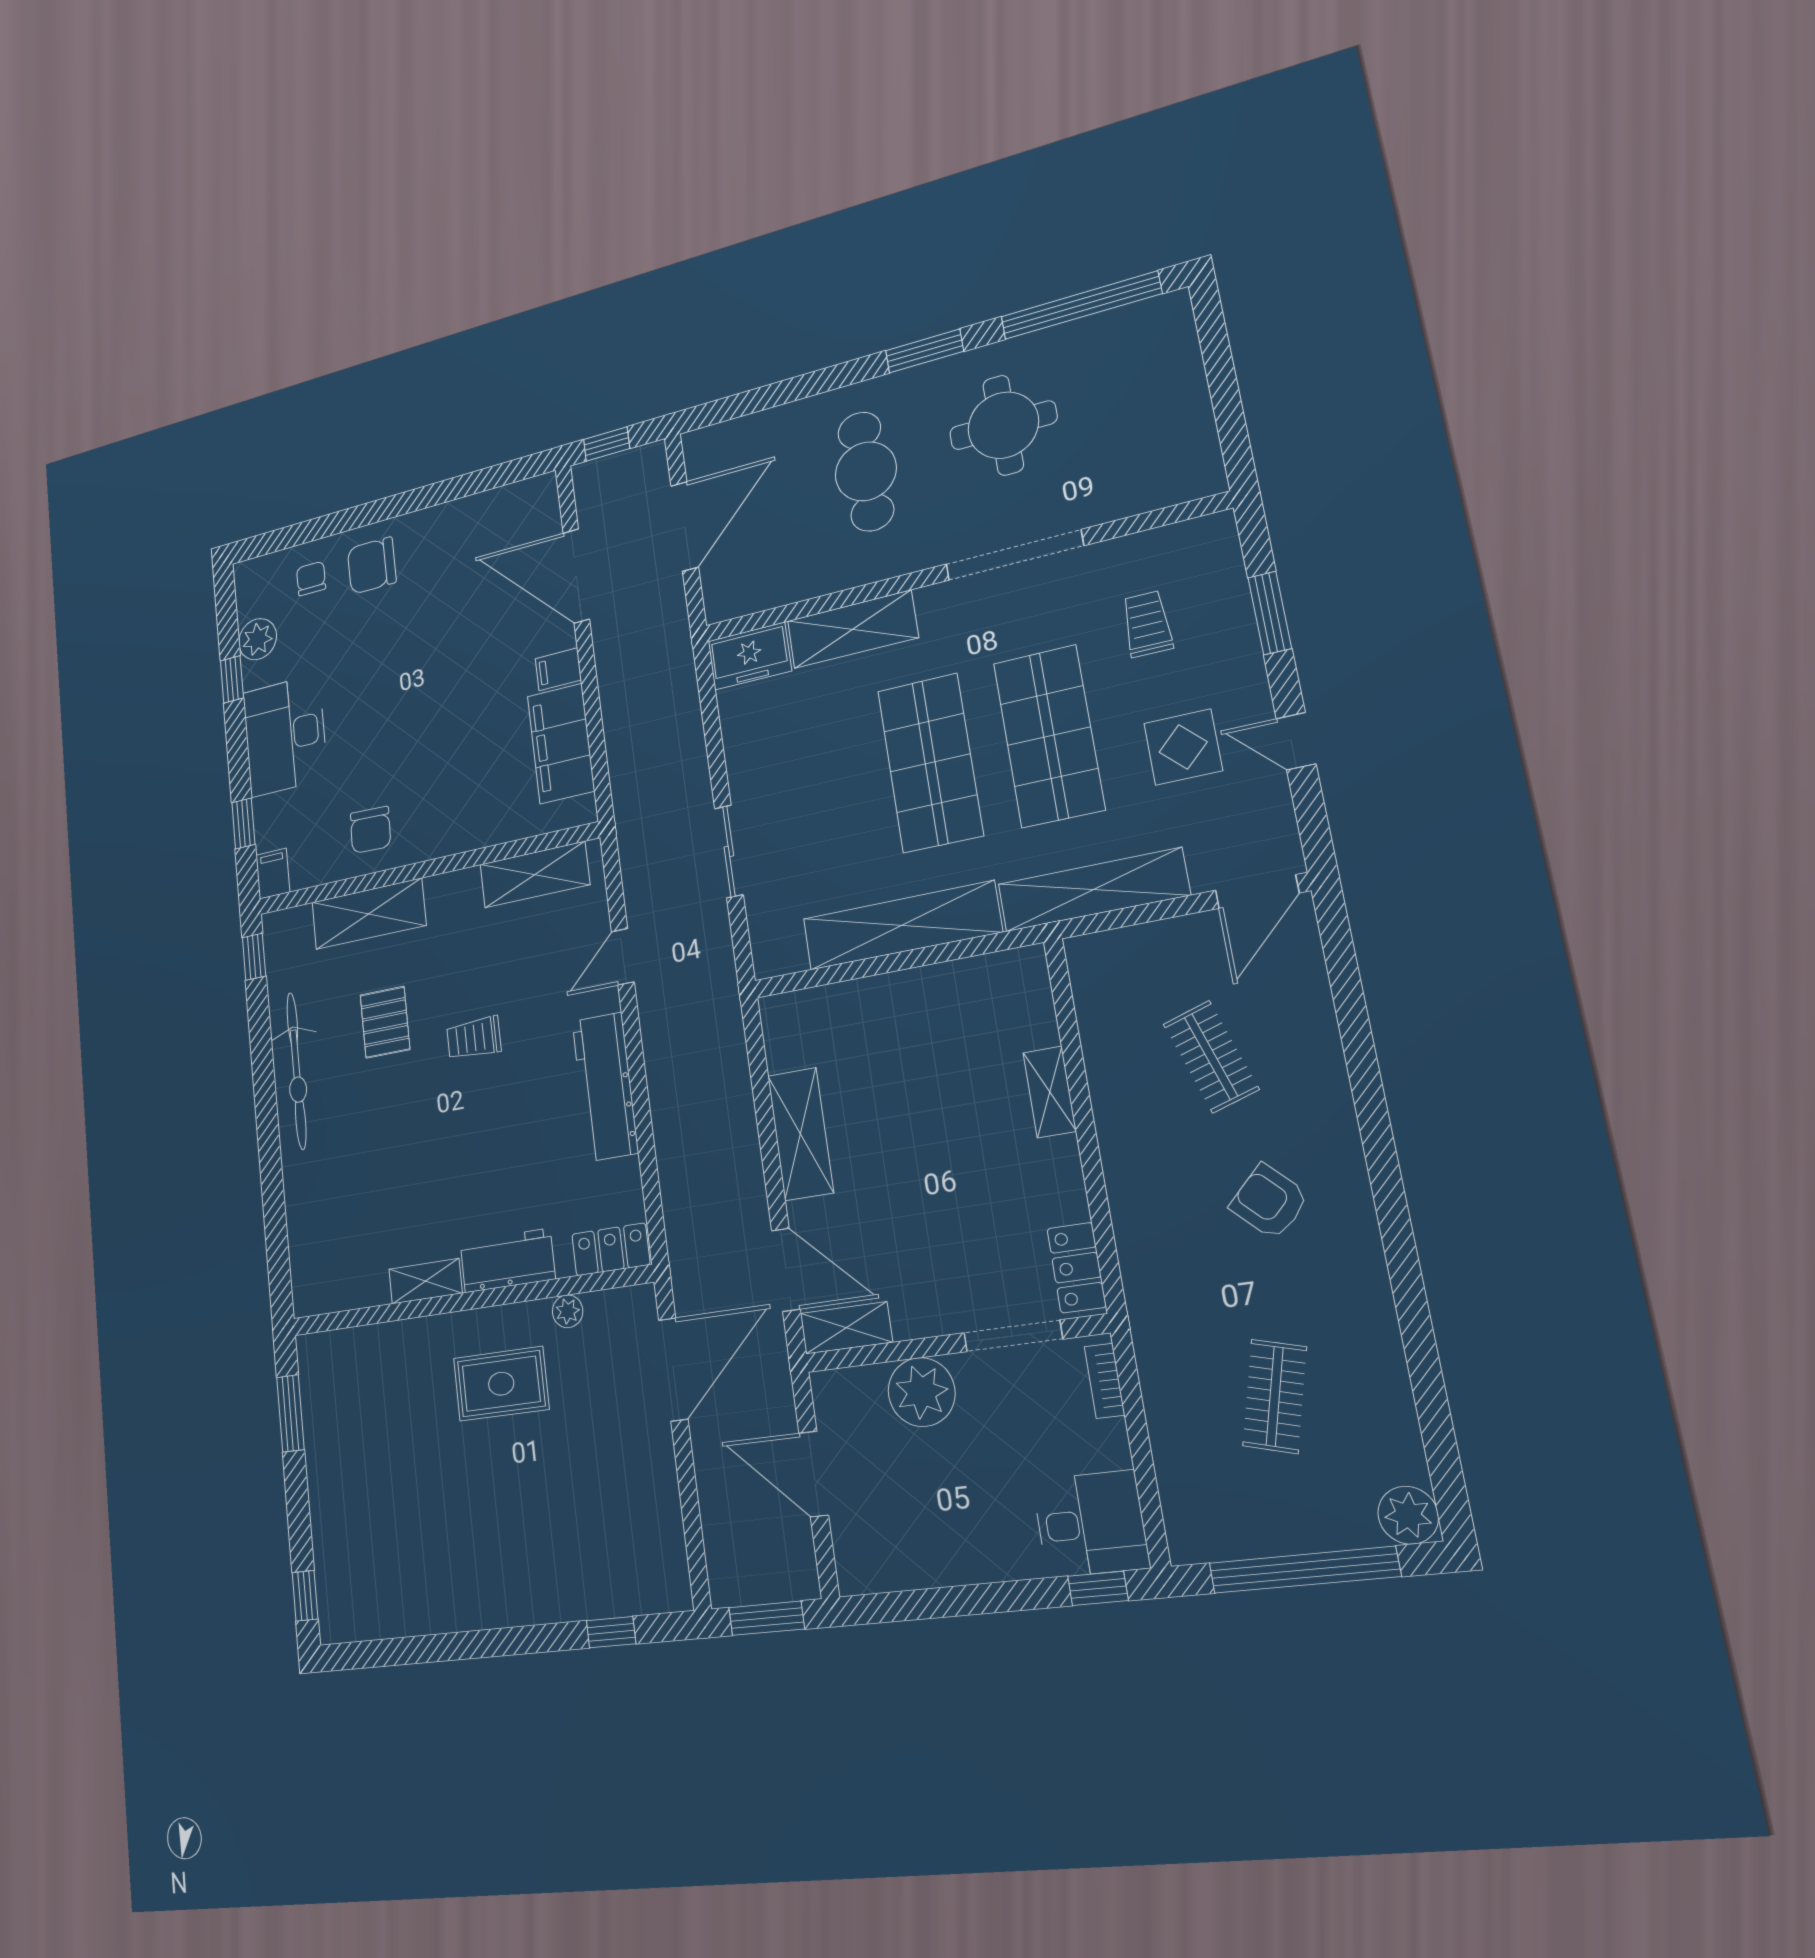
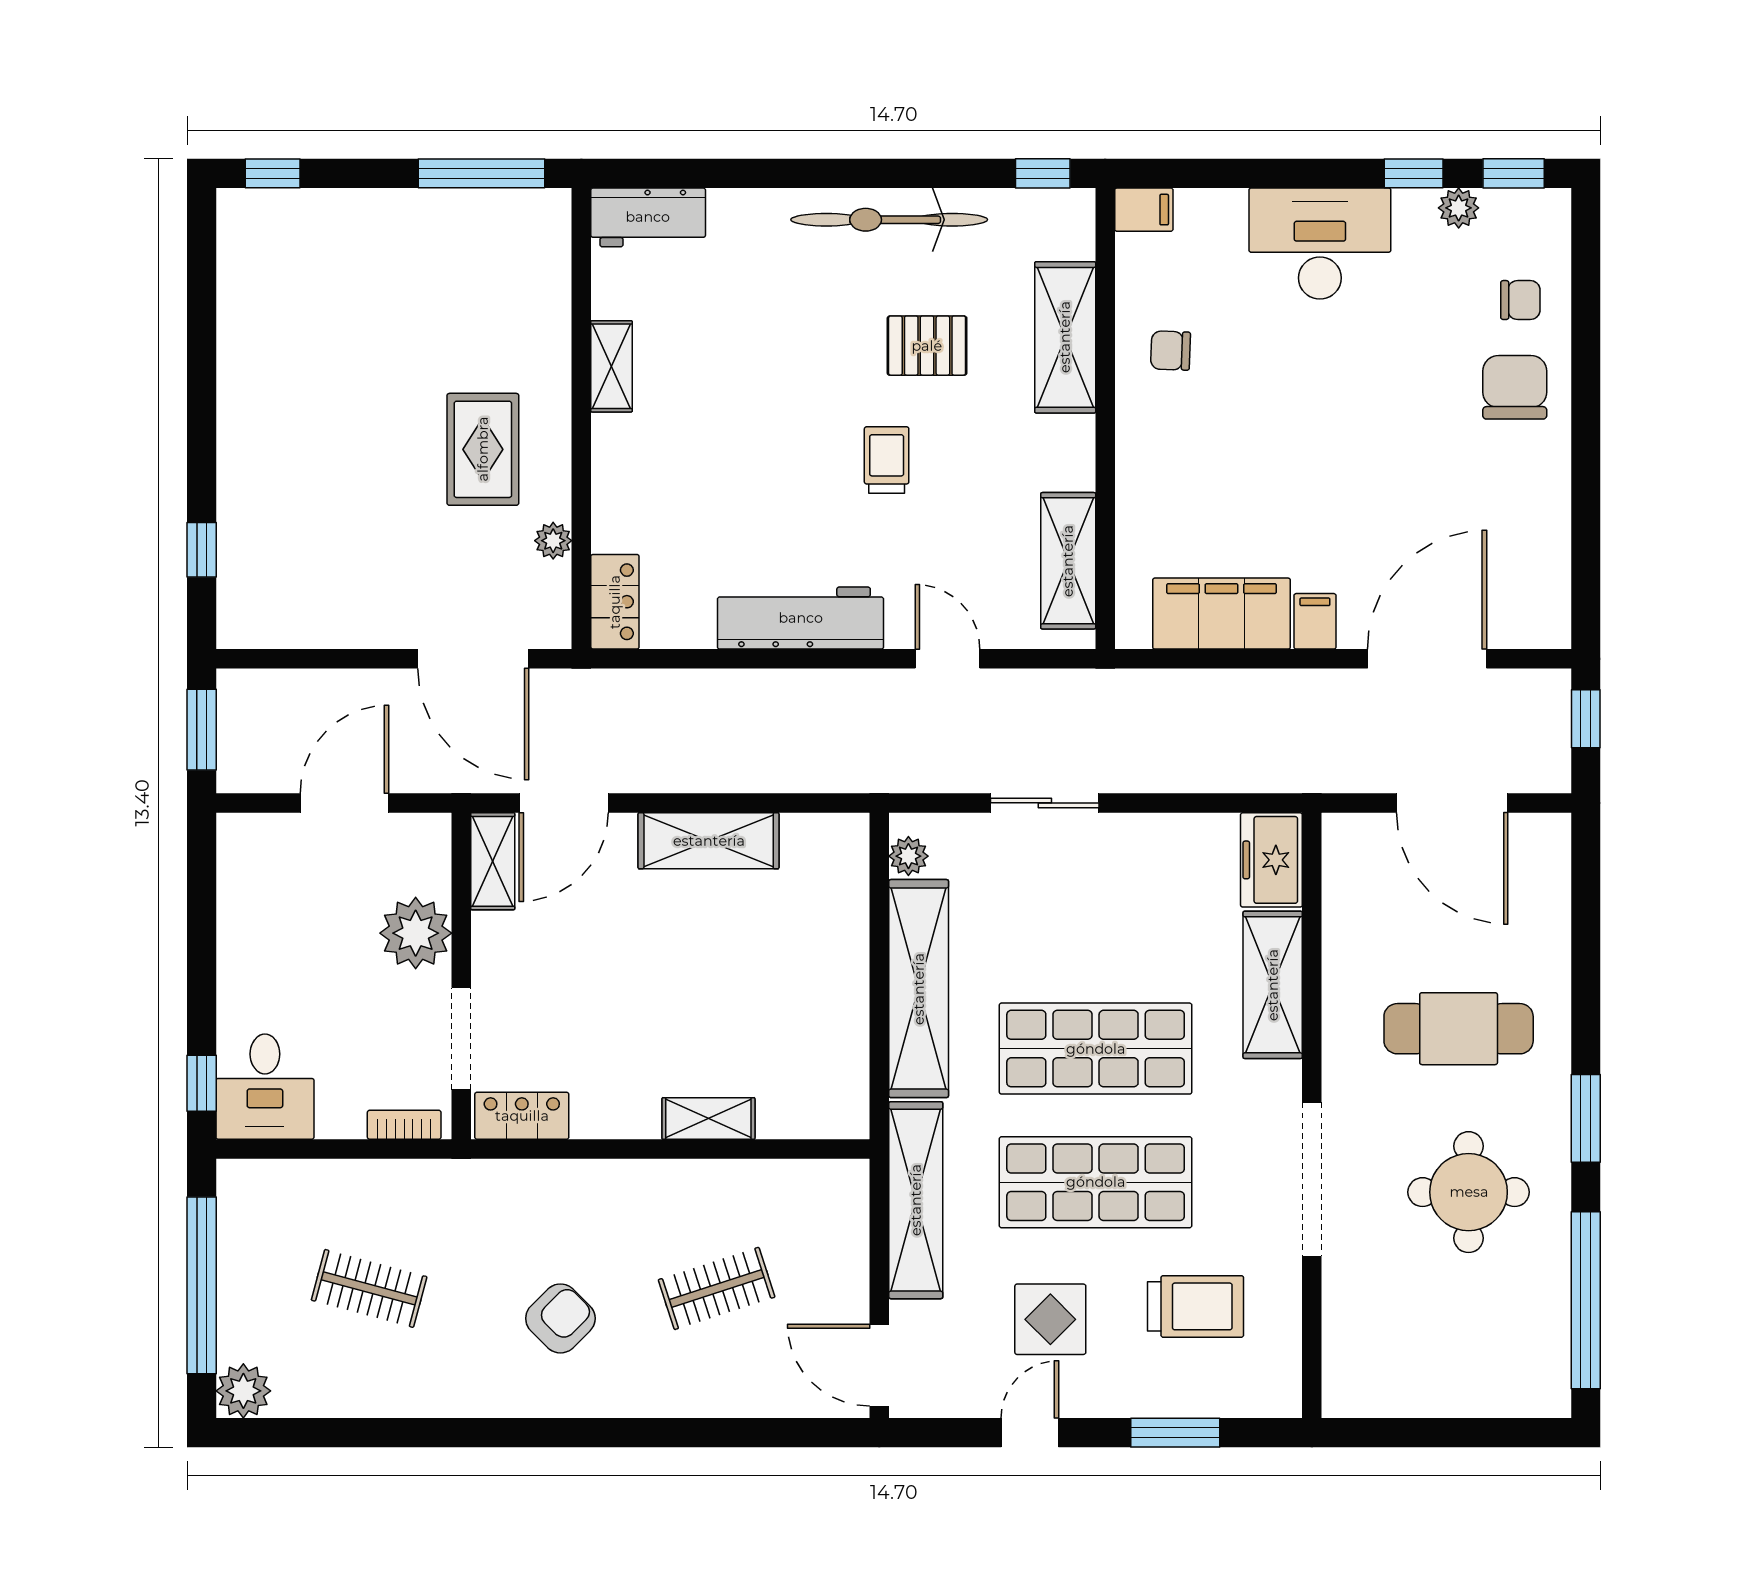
trolley: (1147, 624) -> (1196, 1306), width x1.36, depth x1.39
plant: (258, 639) -> (1459, 208), width x0.73, depth x0.73
window: (243, 823) -> (1514, 173), moved
chair: (371, 830) -> (1171, 351), width x0.73, depth x0.73
plant: (789, 957) -> (908, 856), added
workbench: (507, 1261) -> (648, 217), moved, turned 90
window: (290, 1413) -> (481, 173), width x1.44

